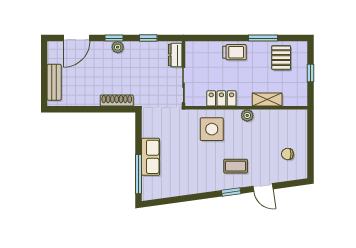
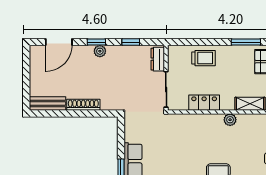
trolley: (234, 52) -> (204, 58), moved
bench: (54, 82) -> (47, 104), moved, turned 90
shoe rack: (117, 101) -> (83, 105), moved
side table: (212, 129) -> (194, 133), removed

